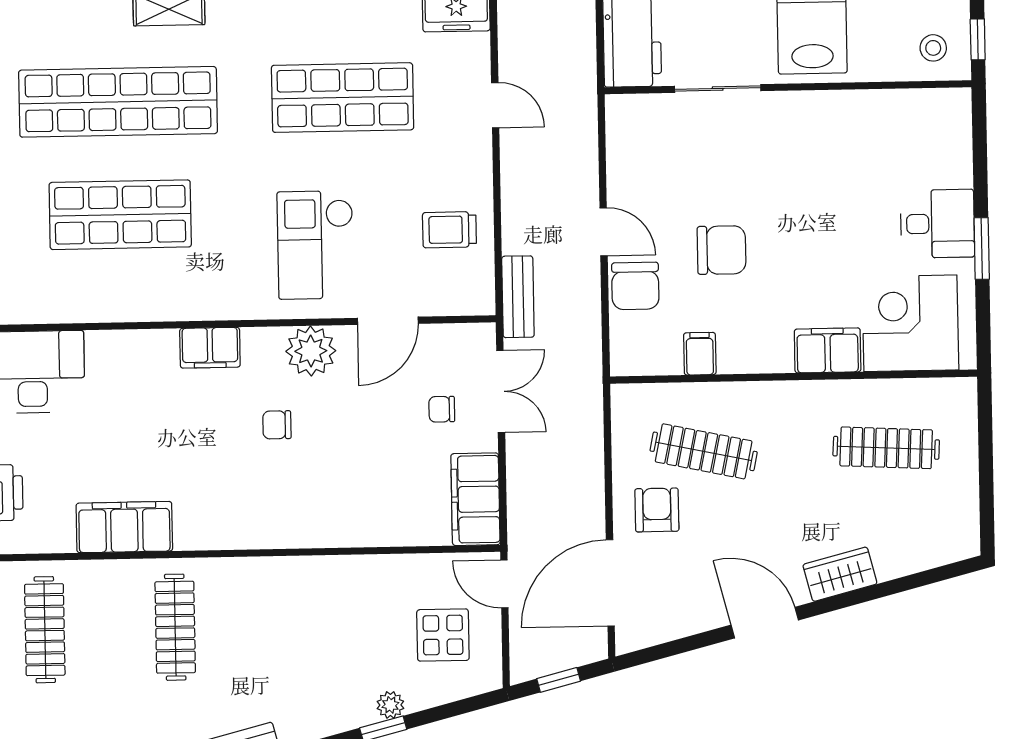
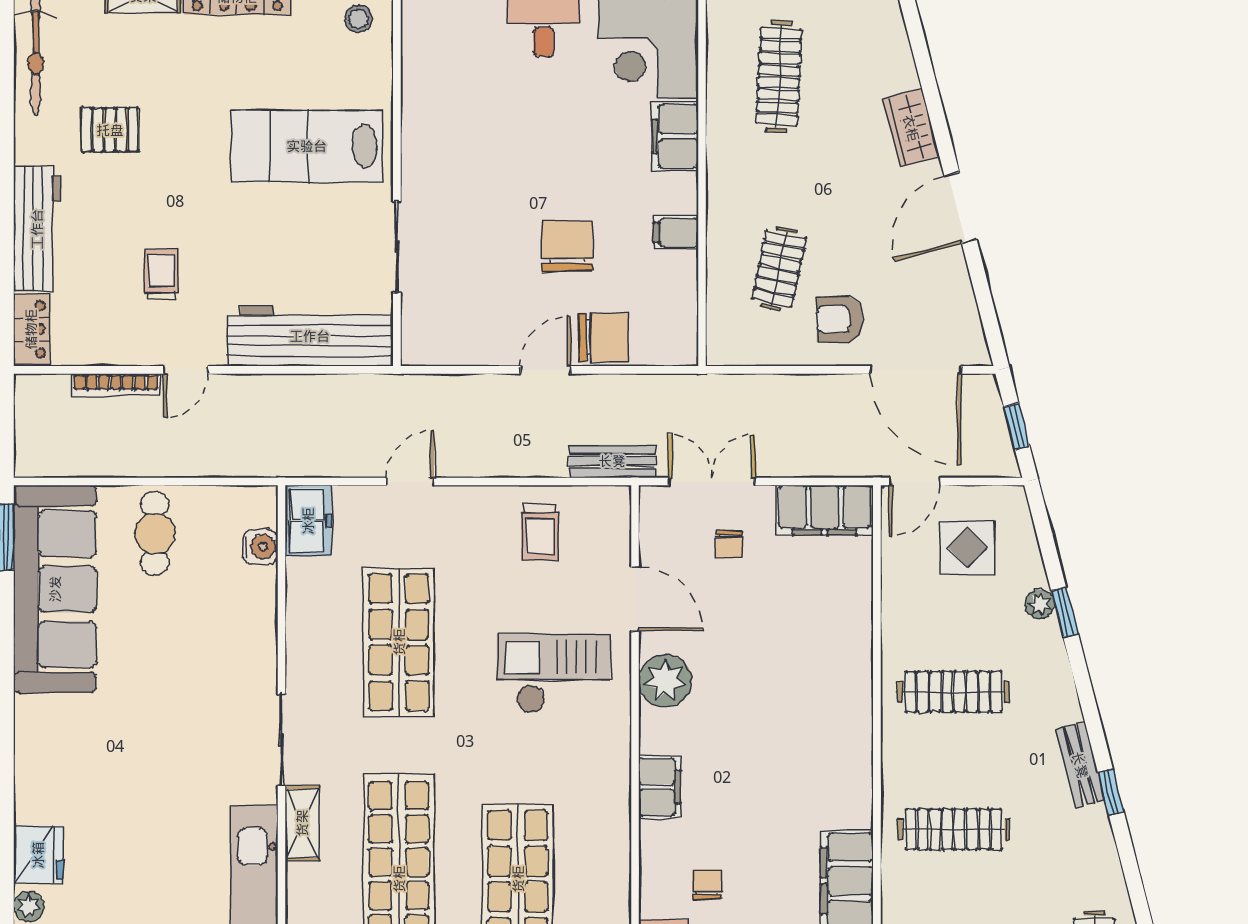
checkout: (316, 245) -> (554, 674), turned 180
filing cabinet: (700, 354) -> (676, 233), moved
chair: (277, 425) -> (707, 884), moved, turned 180
clothes rail: (704, 451) -> (779, 269), width x0.73
clothes rail: (306, 625) -> (954, 692), added

